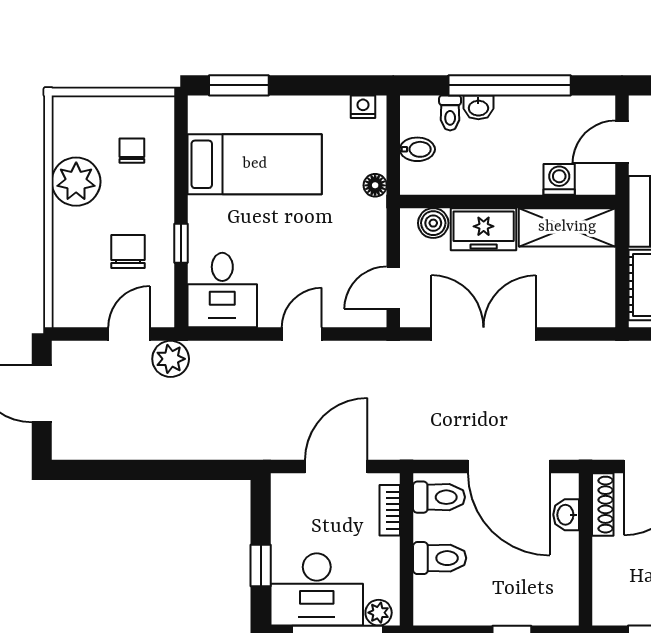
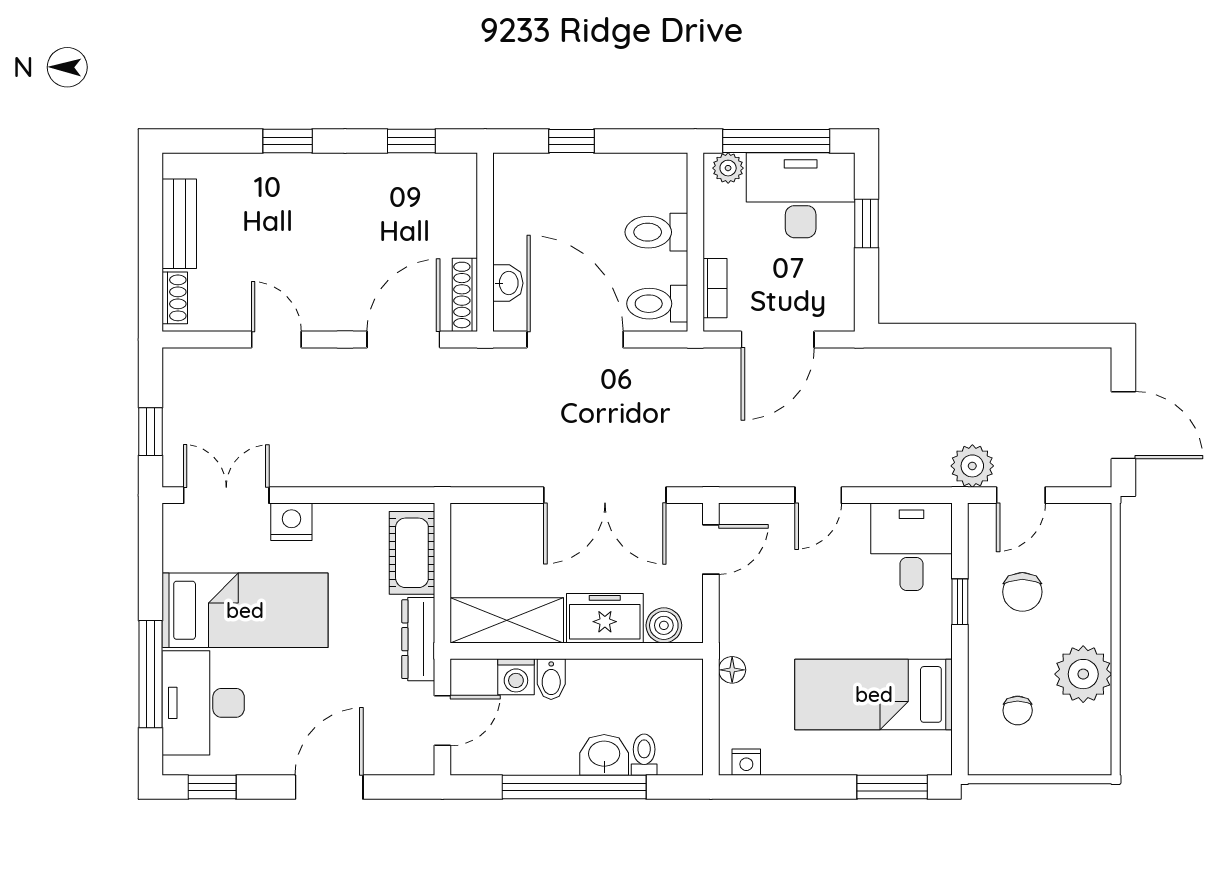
washbasin: (478, 107) -> (604, 755), width x1.38, depth x1.45
bidet: (417, 149) -> (551, 679), moved, turned -90

